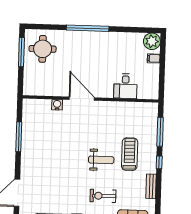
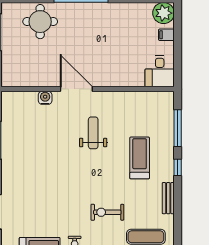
round table: (43, 49) -> (40, 22), moved
desk: (125, 86) -> (160, 71), moved
weight bench: (101, 160) -> (93, 133), moved, turned -90

